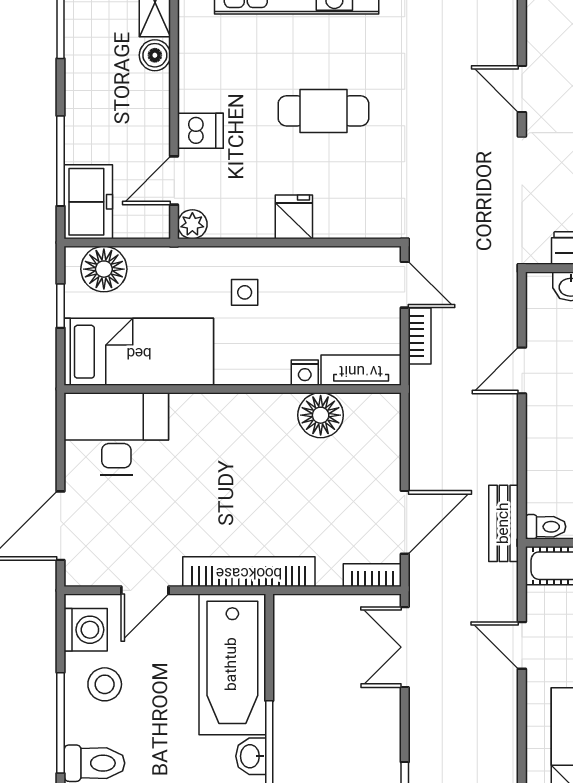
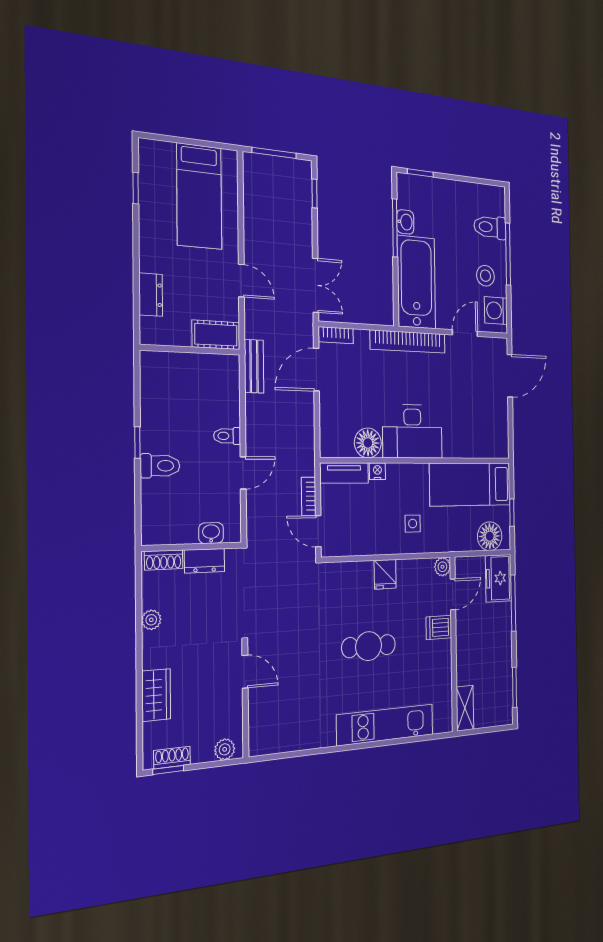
boiler: (155, 55) -> (464, 674), removed
desk: (116, 434) -> (412, 431), moved
toilet: (546, 527) -> (227, 436), moved

